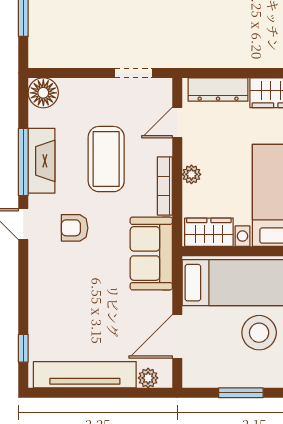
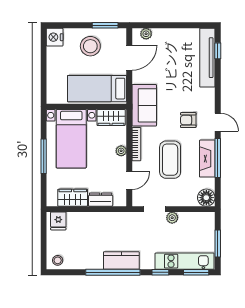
plant: (103, 58) -> (172, 218), added
dresser: (218, 90) -> (101, 200), width x0.70
armchair: (75, 228) -> (188, 120), turned 180
stool: (259, 333) -> (90, 46), moved
tv unit: (85, 375) -> (207, 58), moved, turned 90
window: (241, 393) -> (105, 25), moved

